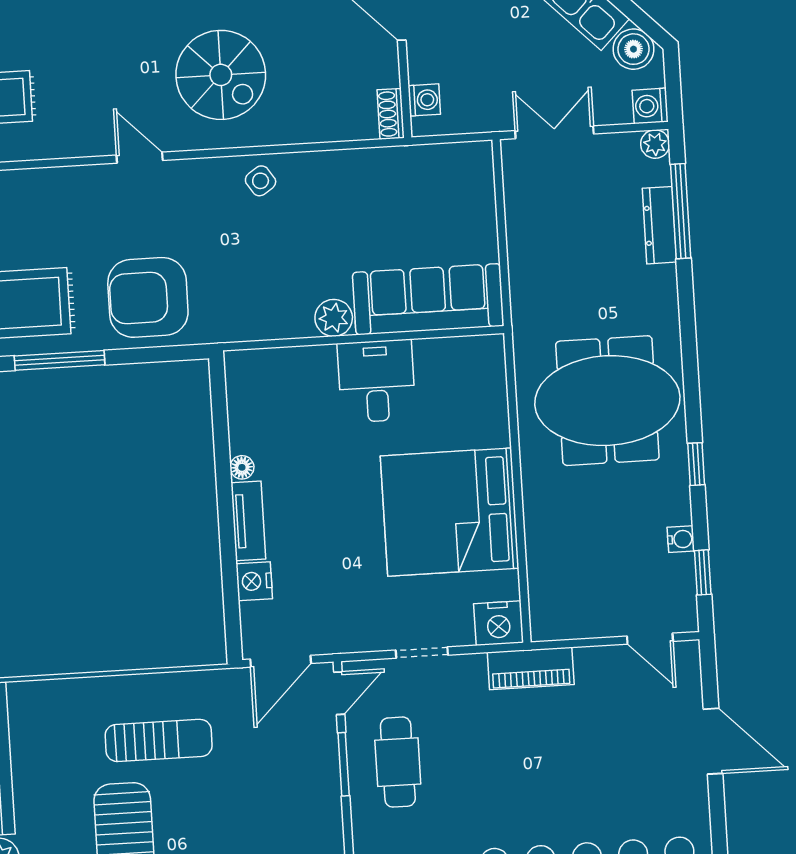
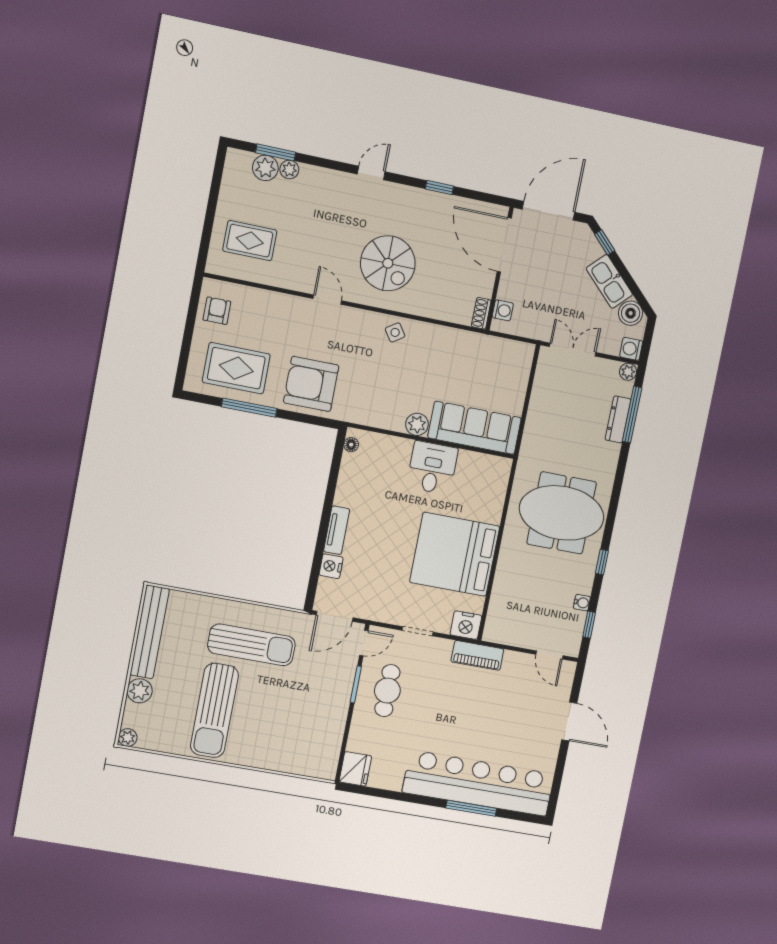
floor lamp: (242, 467) -> (351, 445), moved
sun lounger: (159, 740) -> (251, 645), width x1.36, depth x1.34

